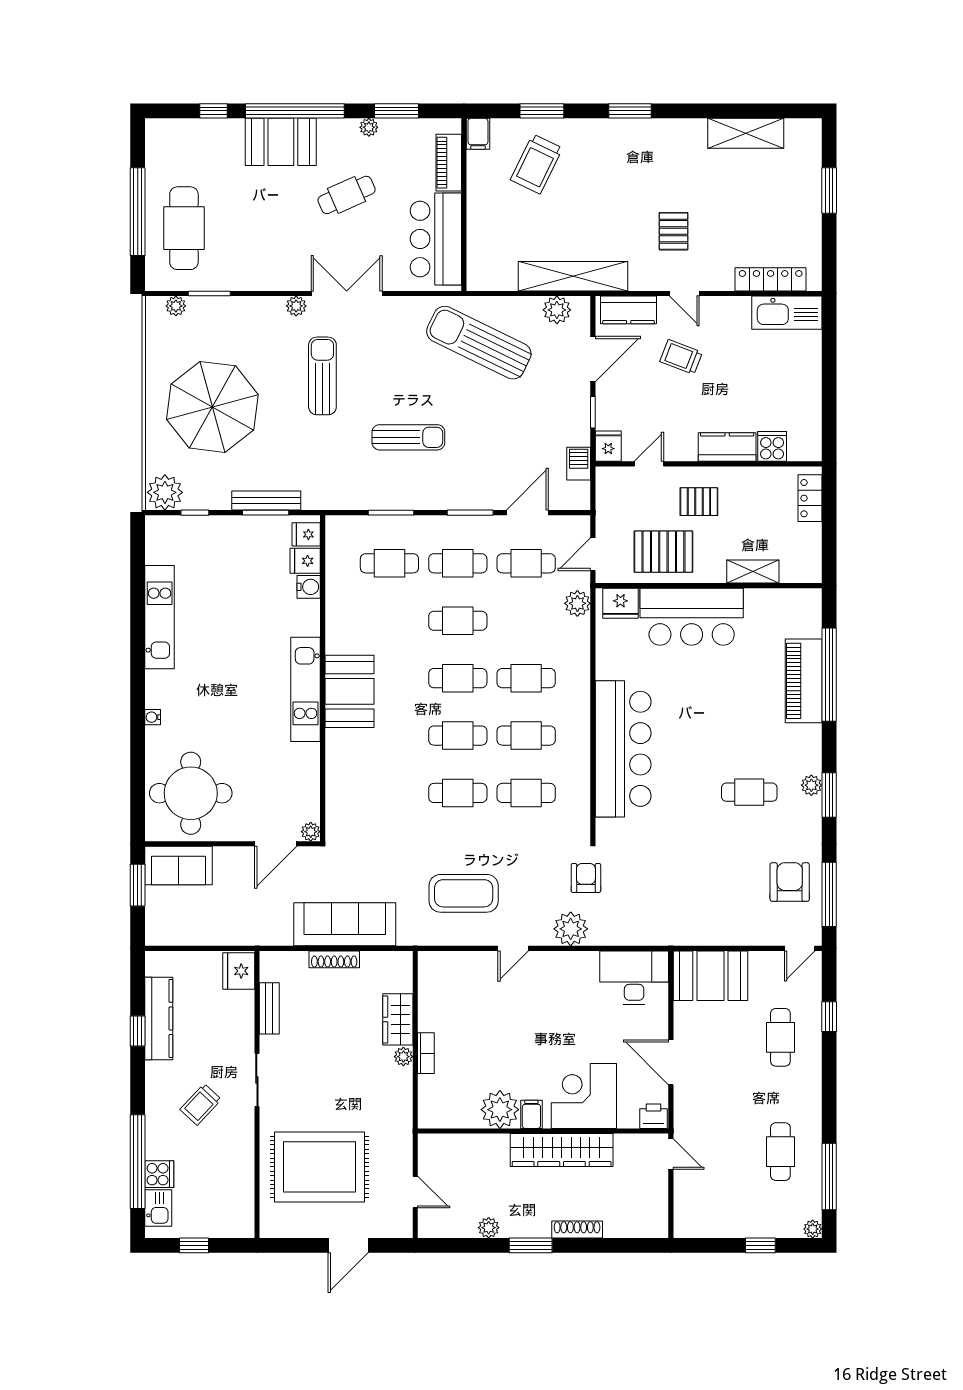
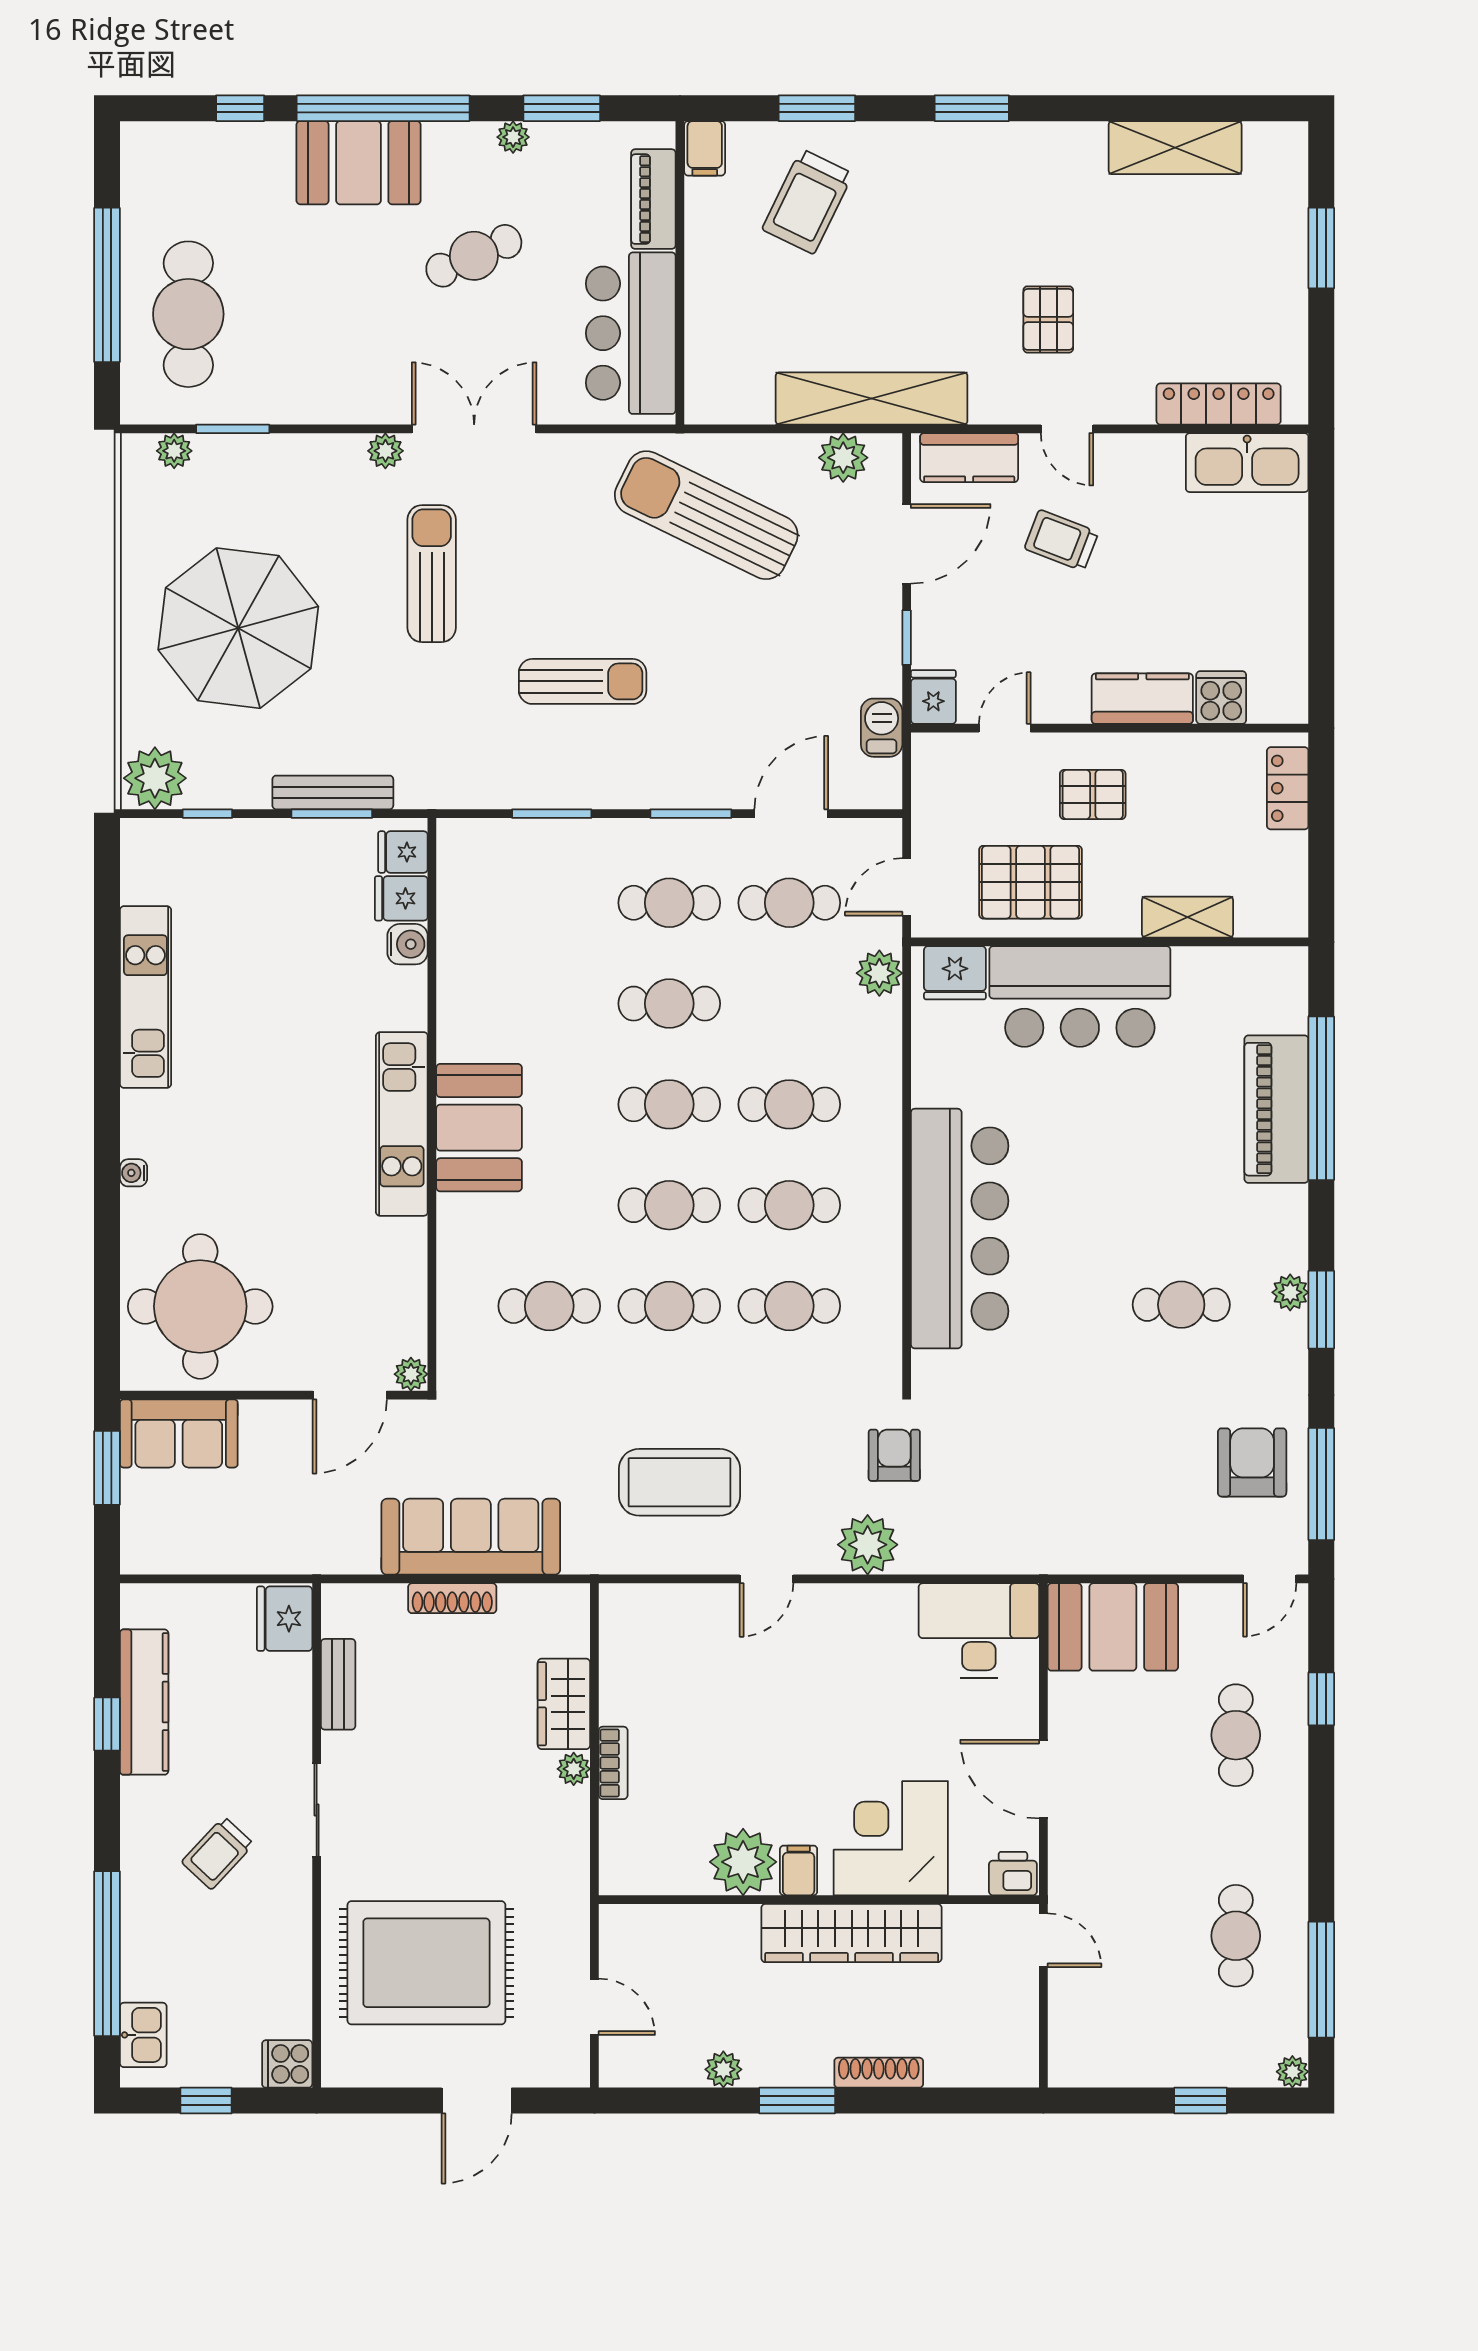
cafe table: (389, 563) -> (549, 1306), moved
cooker: (159, 1174) -> (287, 2064), moved, turned 180

